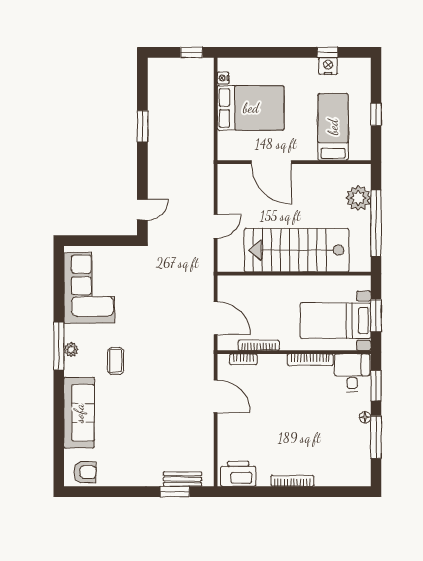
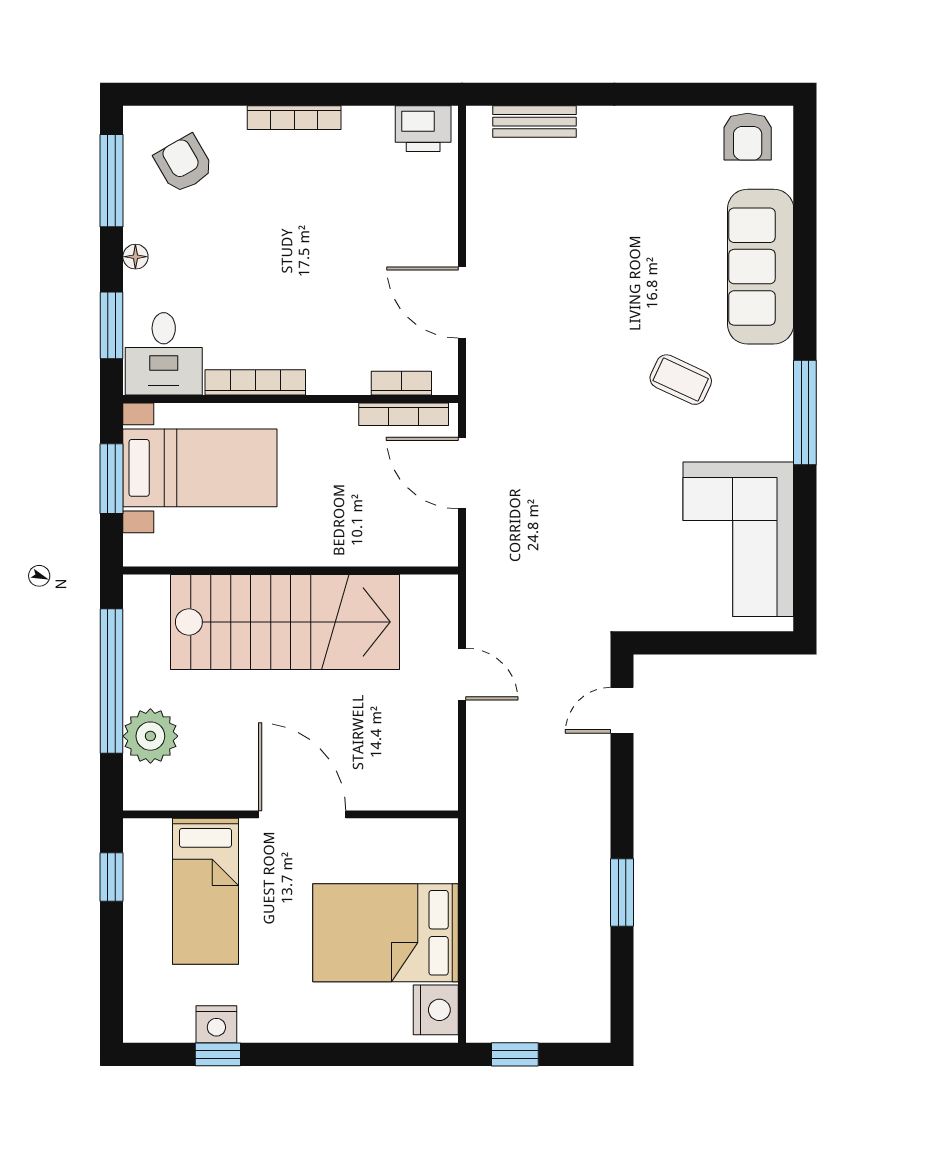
nightstand: (223, 78) -> (436, 1010), width x1.89, depth x1.79
window: (376, 114) -> (112, 877), moved
door: (271, 162) -> (302, 814), moved
door: (216, 226) -> (462, 674), swing flipped
bookcase: (259, 345) -> (404, 414), moved
plant: (71, 350) -> (778, 405), removed
coffee table: (116, 361) -> (681, 380), turned -65
window: (376, 437) -> (112, 181), moved
armchair: (343, 460) -> (184, 164), added
armchair: (85, 472) -> (748, 137), turned -90
printer: (238, 474) -> (423, 129), width x0.73, depth x0.84
window: (175, 492) -> (552, 94), removed

